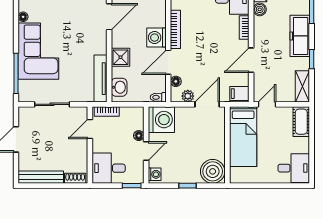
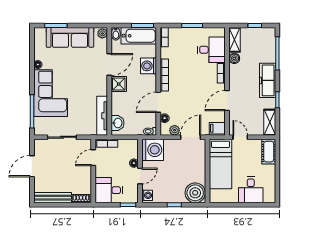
washing machine: (156, 38) -> (149, 66), moved
shower: (121, 57) -> (119, 84), moved
door: (267, 104) -> (240, 137), hinge flipped
desk: (294, 168) -> (251, 190), moved, turned 90

